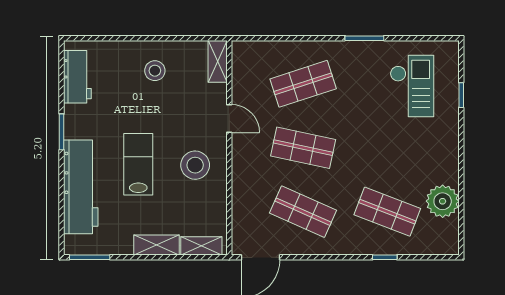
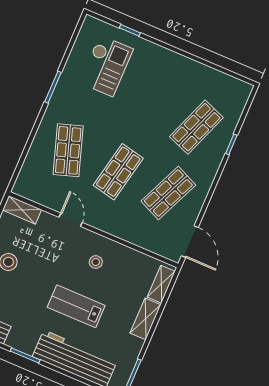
checkout: (412, 86) -> (106, 66), turned 90
door: (229, 118) -> (71, 220), hinge flipped
stool: (195, 165) -> (96, 262), width x0.53, depth x0.53
plant: (443, 201) -> (207, 80), removed

